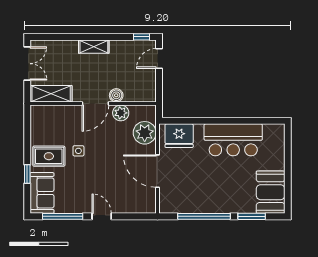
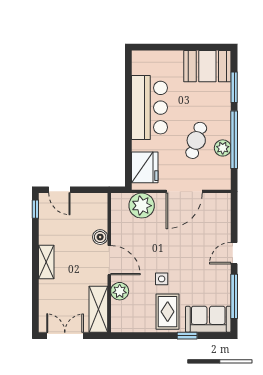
plant: (121, 113) -> (120, 291), moved
cafe table: (204, 182) -> (196, 140), added
plant: (197, 206) -> (223, 148), added

